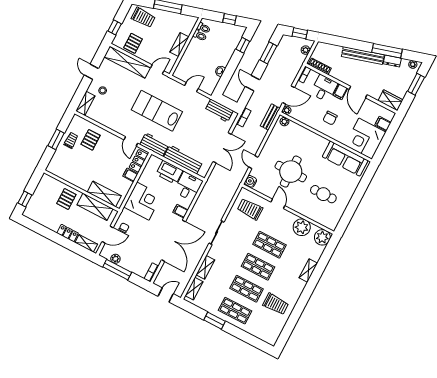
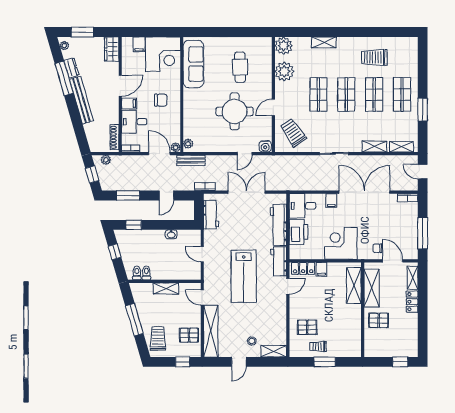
trolley: (250, 209) -> (293, 132), turned 146
plant: (115, 259) -> (413, 241), removed
trolley: (276, 304) -> (374, 57), turned -90

